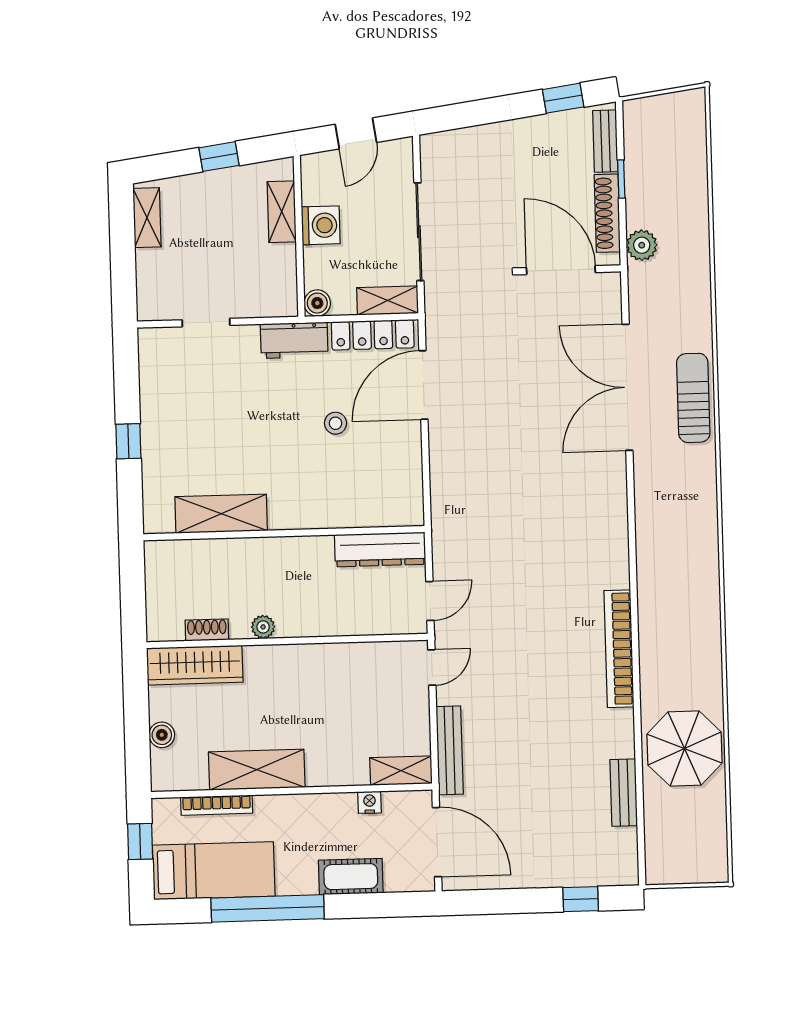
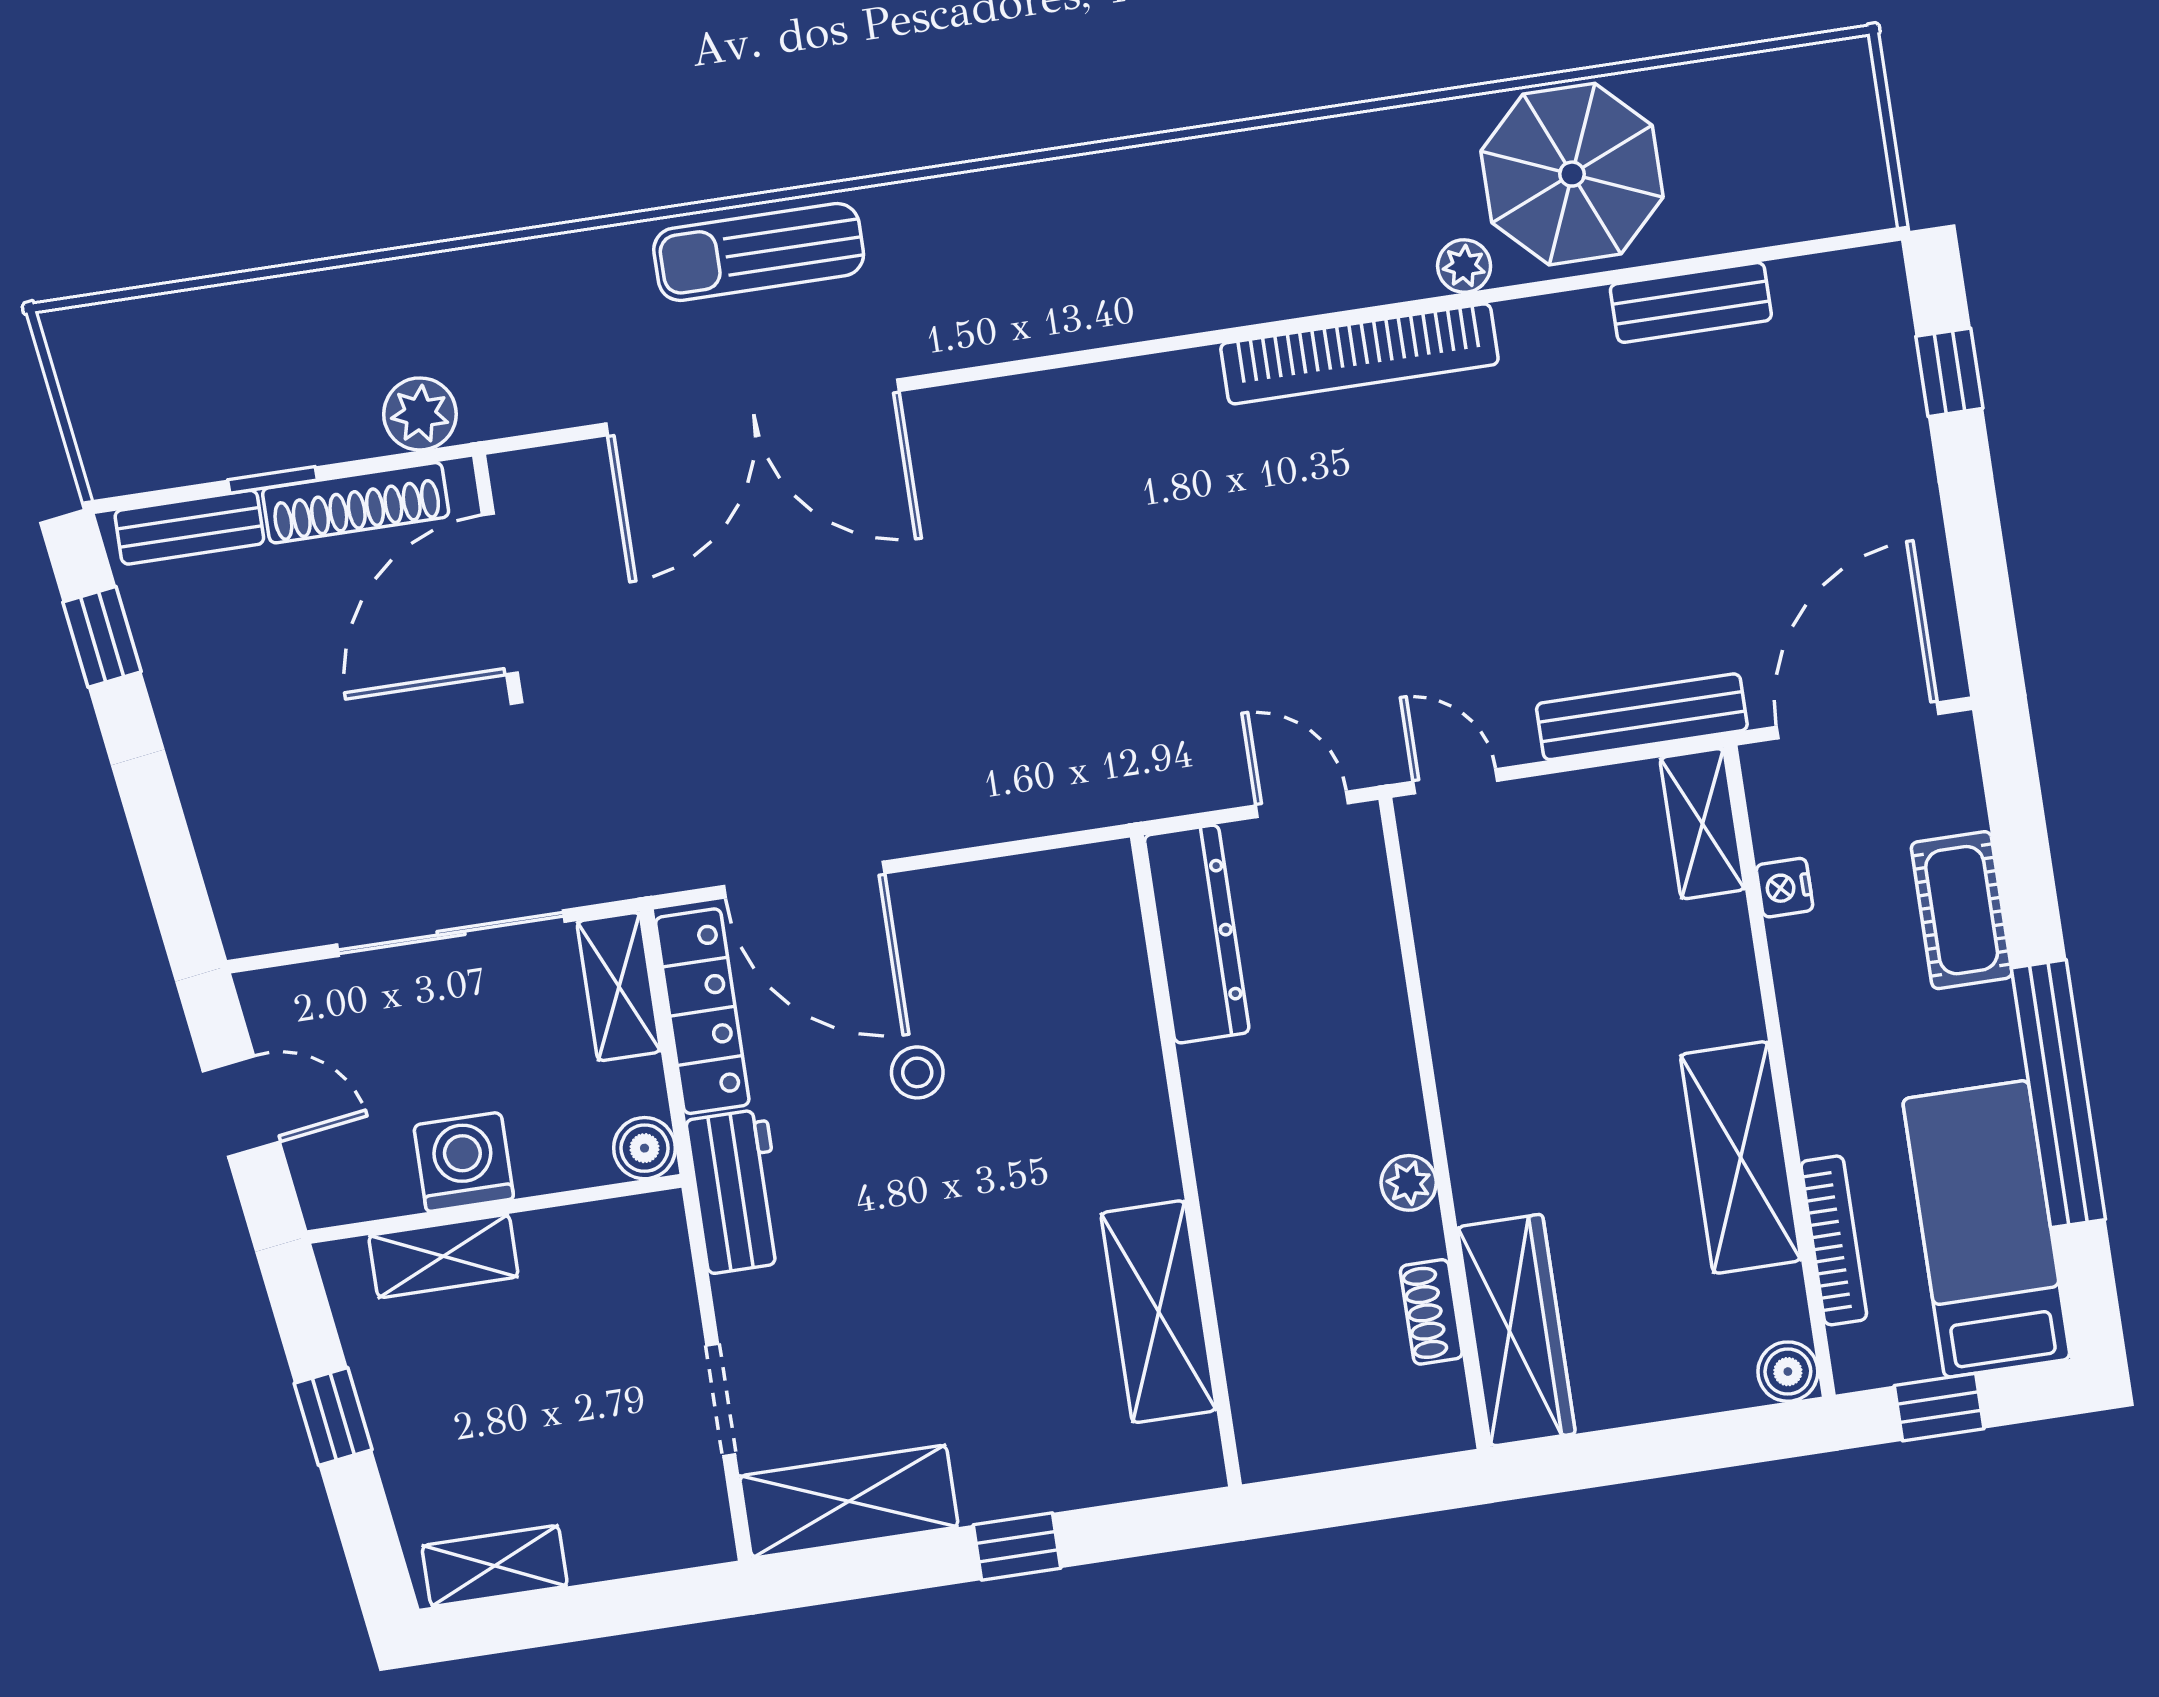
shelving: (156, 372) -> (849, 1501), added
plant: (651, 698) -> (1464, 266), added
boiler: (162, 735) -> (1788, 1372), moved

